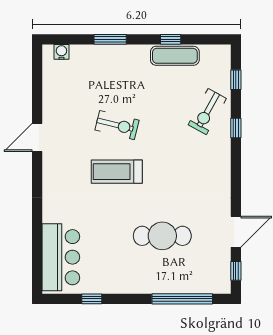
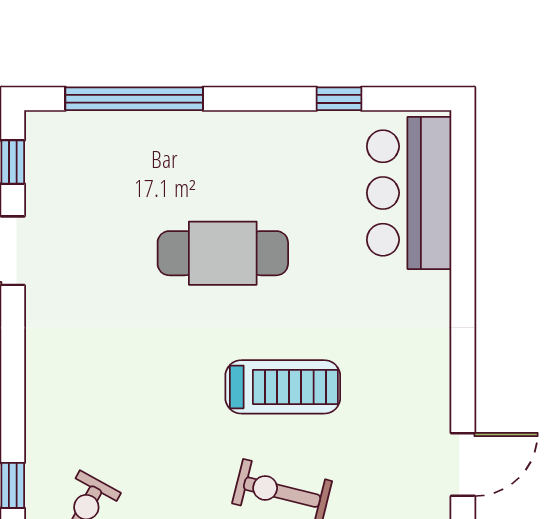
cafe table: (162, 236) -> (223, 253), moved

